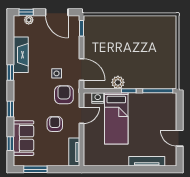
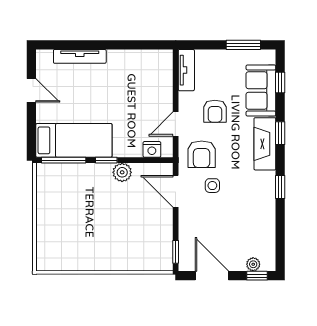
fireplace: (21, 55) -> (265, 144), moved
bed: (116, 118) -> (74, 140), moved, turned 90

